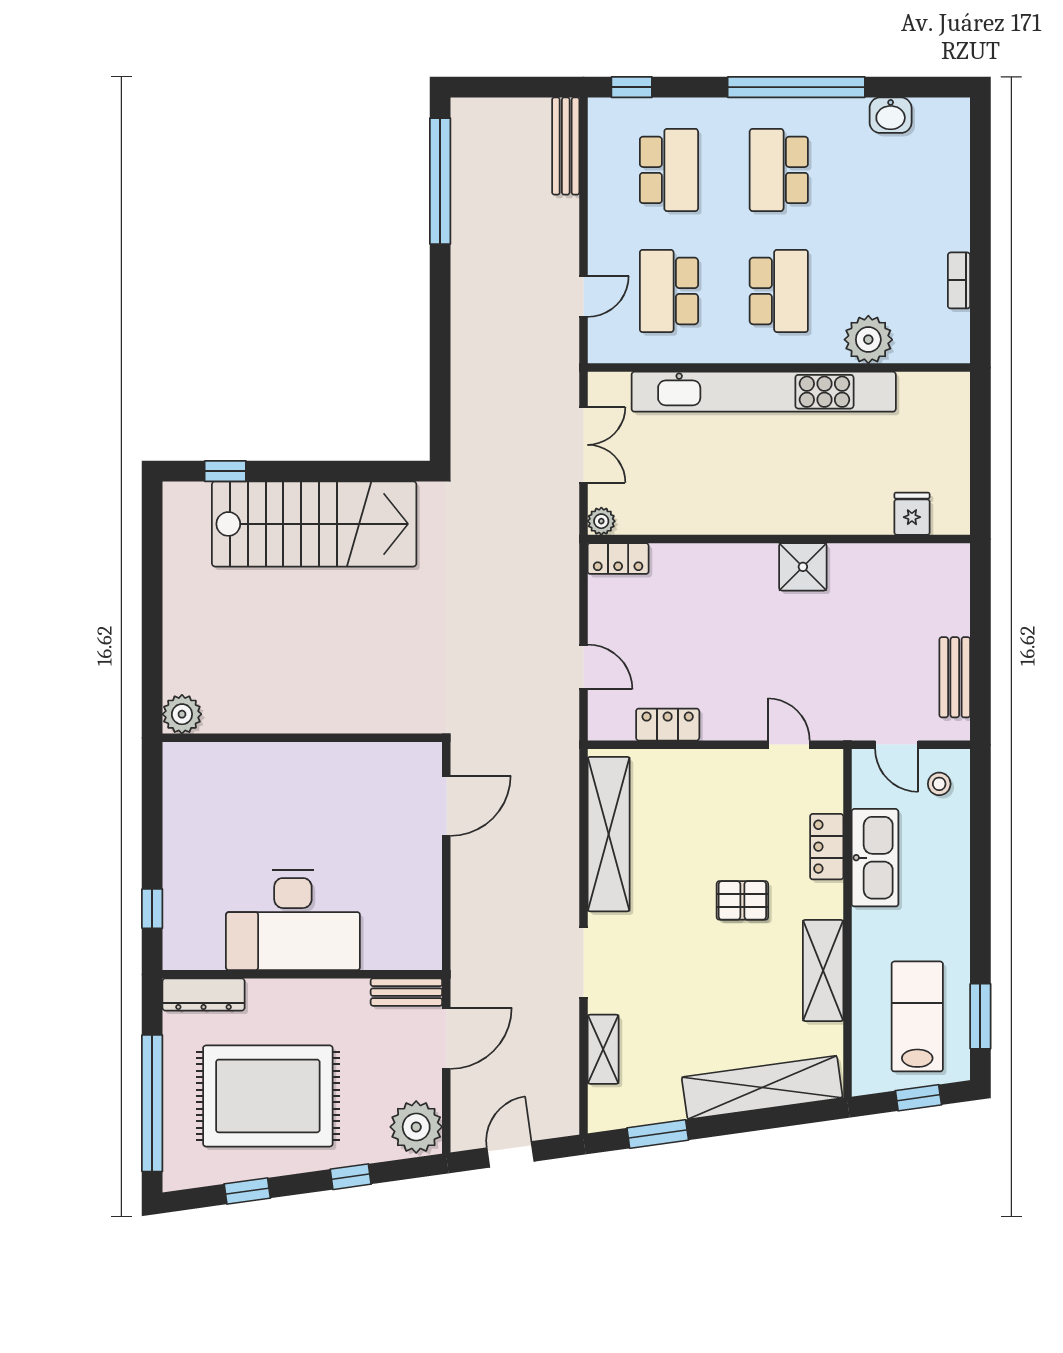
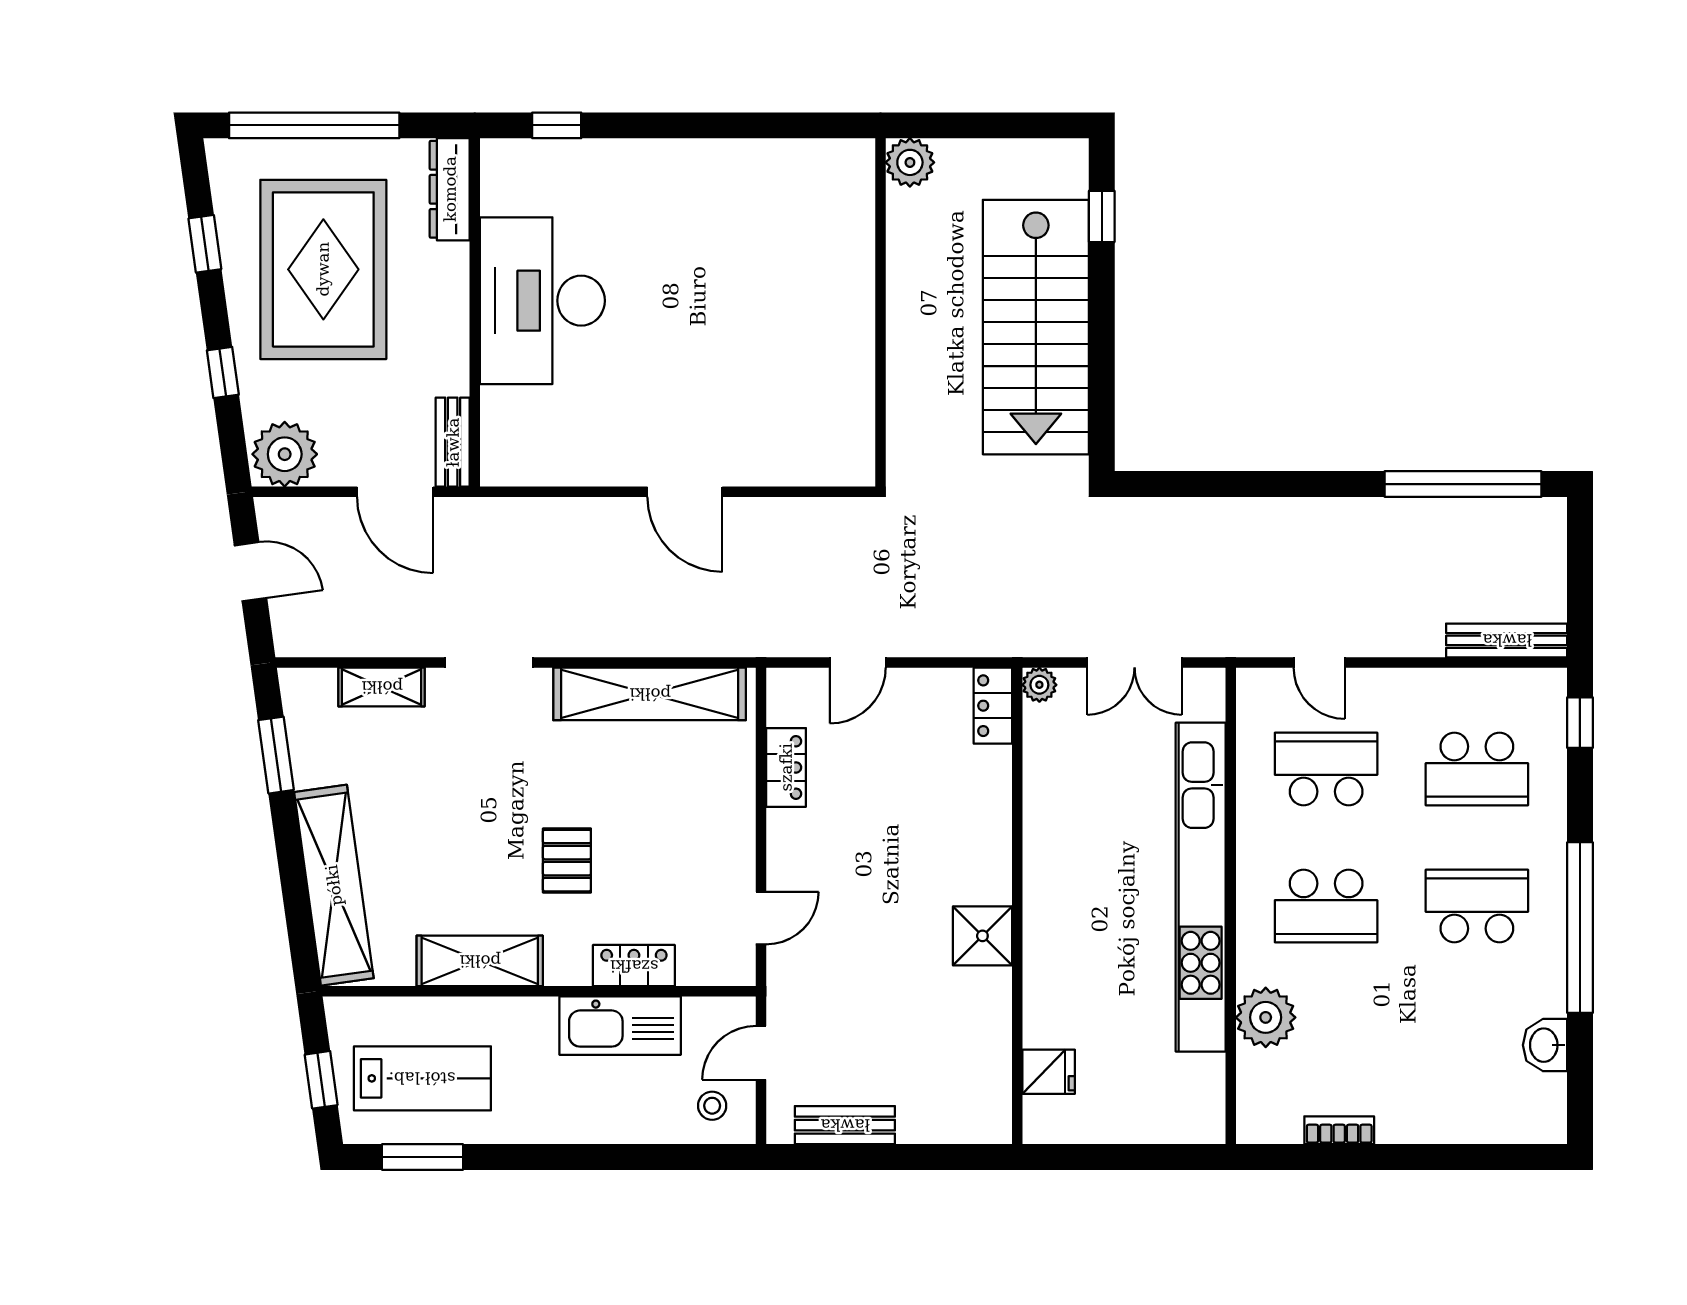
plant: (182, 714) -> (910, 162), moved
wall: (302, 738) -> (881, 312), moved

